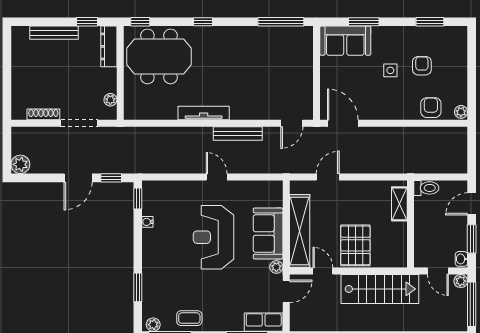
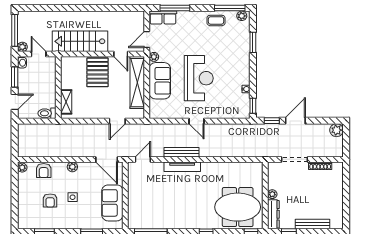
sofa: (345, 41) -> (112, 203), moved, turned -90
plant: (110, 100) -> (272, 194), moved
tv unit: (204, 113) -> (182, 167), moved
plant: (391, 113) -> (72, 167), added

